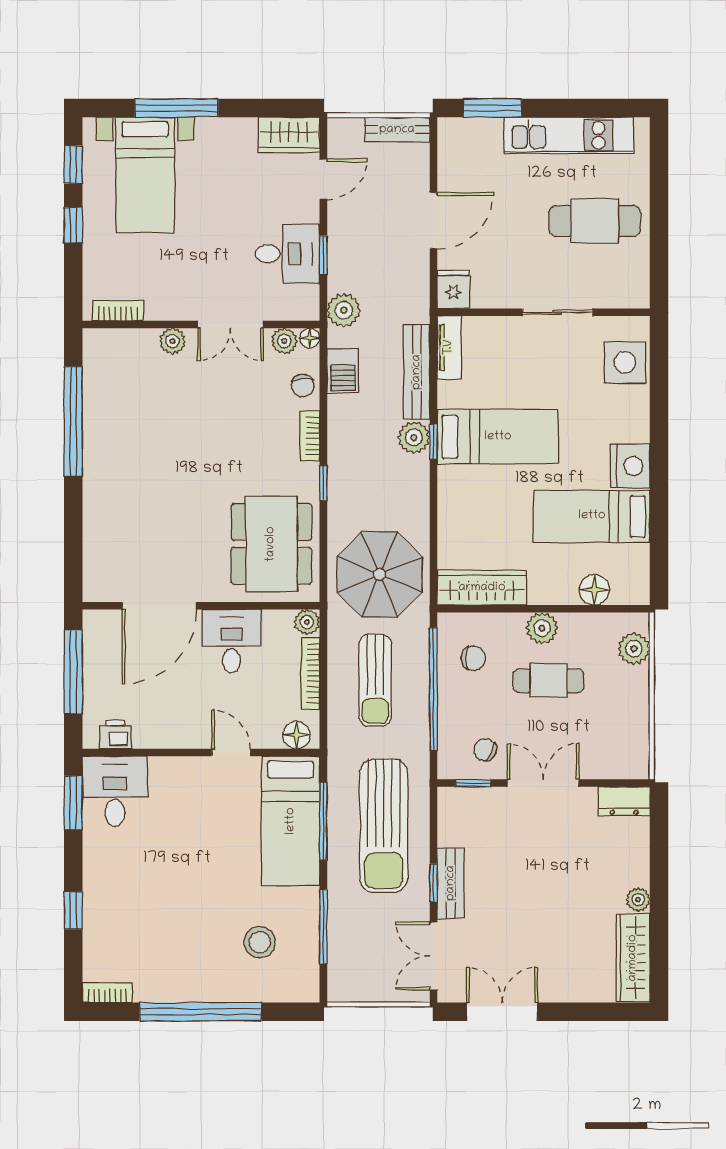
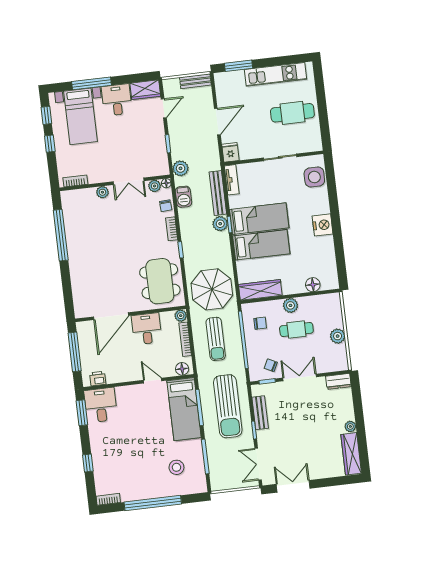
desk: (288, 254) -> (117, 100), moved, turned -90
bed: (592, 516) -> (261, 245), moved, turned 180
plant: (634, 649) -> (338, 336), moved
bench: (451, 883) -> (260, 413), moved

